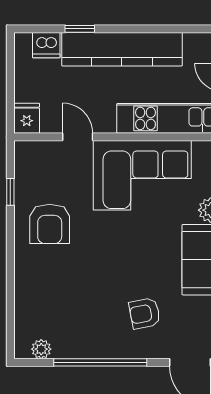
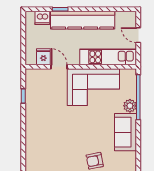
fridge: (27, 118) -> (43, 57), moved
armchair: (50, 224) -> (44, 113), removed

